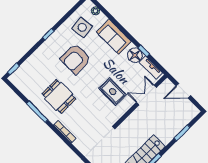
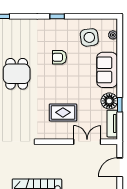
armchair: (76, 59) -> (59, 57), width x0.53, depth x0.53
door: (183, 91) -> (120, 167), hinge flipped
rug: (113, 92) -> (63, 112), turned 90

